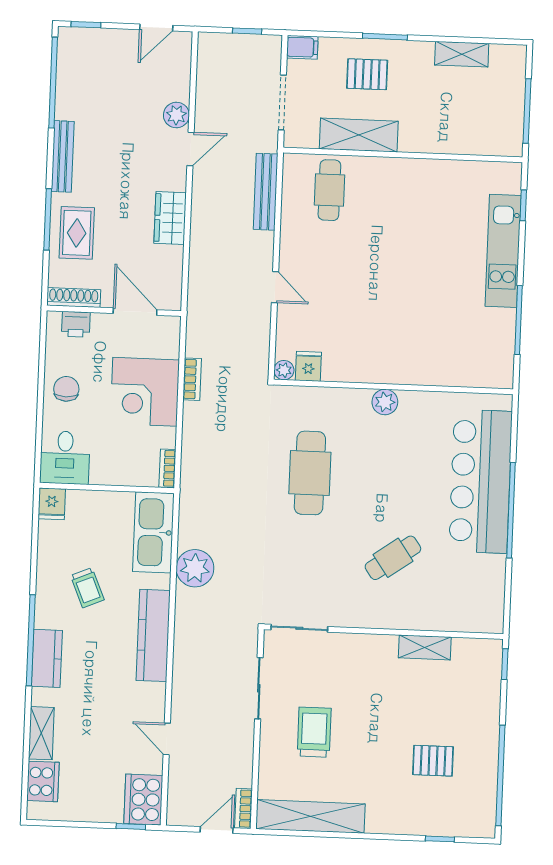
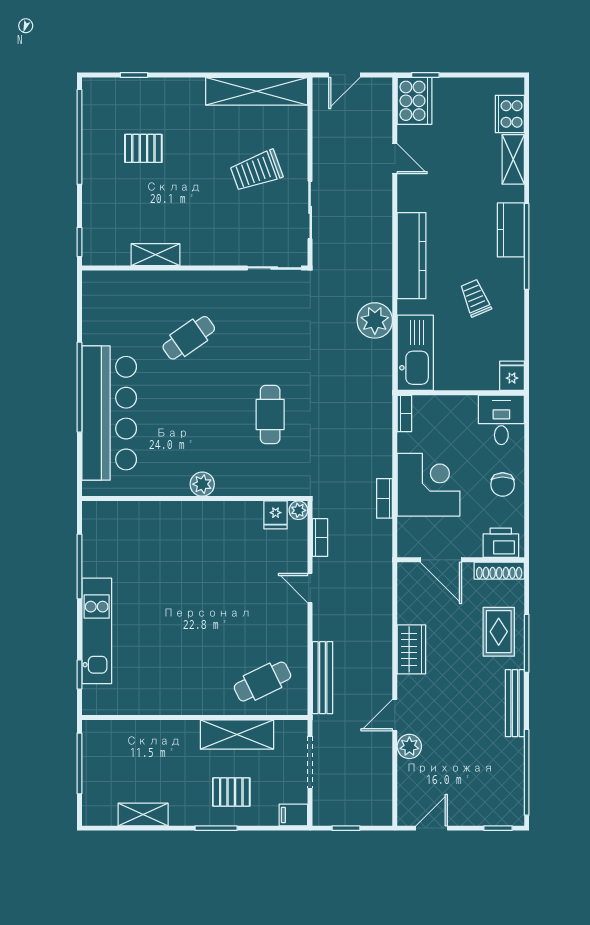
cafe table: (329, 190) -> (262, 682), turned 64
printer: (76, 324) -> (501, 543), width x1.36, depth x1.24
cafe table: (310, 473) -> (270, 414), width x0.73, depth x0.74
trolley: (314, 732) -> (256, 171), turned 70
bookcase: (243, 809) -> (320, 538), moved

